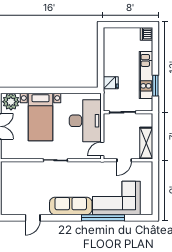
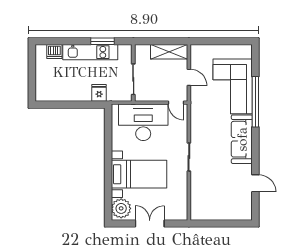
dishwasher: (146, 34) -> (54, 52), moved

